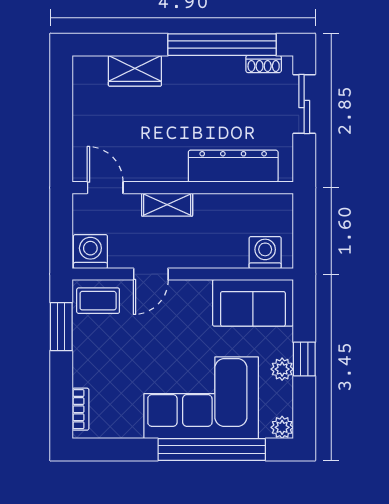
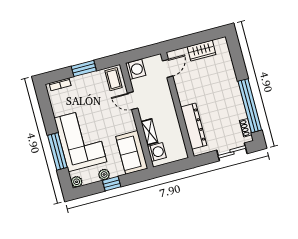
wardrobe: (135, 71) -> (202, 51), moved, turned -90
shelving: (167, 205) -> (149, 132), moved
window: (61, 327) -> (84, 68), moved
window: (212, 449) -> (57, 151), width x0.68

